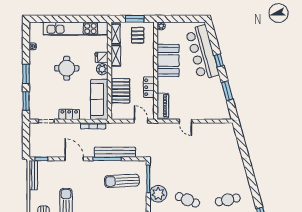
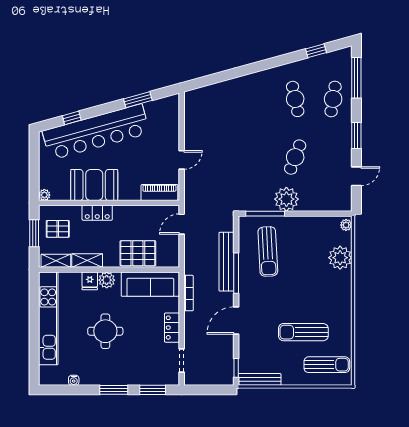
bar counter: (202, 52) -> (96, 132), width x1.36
window: (219, 60) -> (72, 118), moved
locker: (149, 87) -> (97, 213), moved

